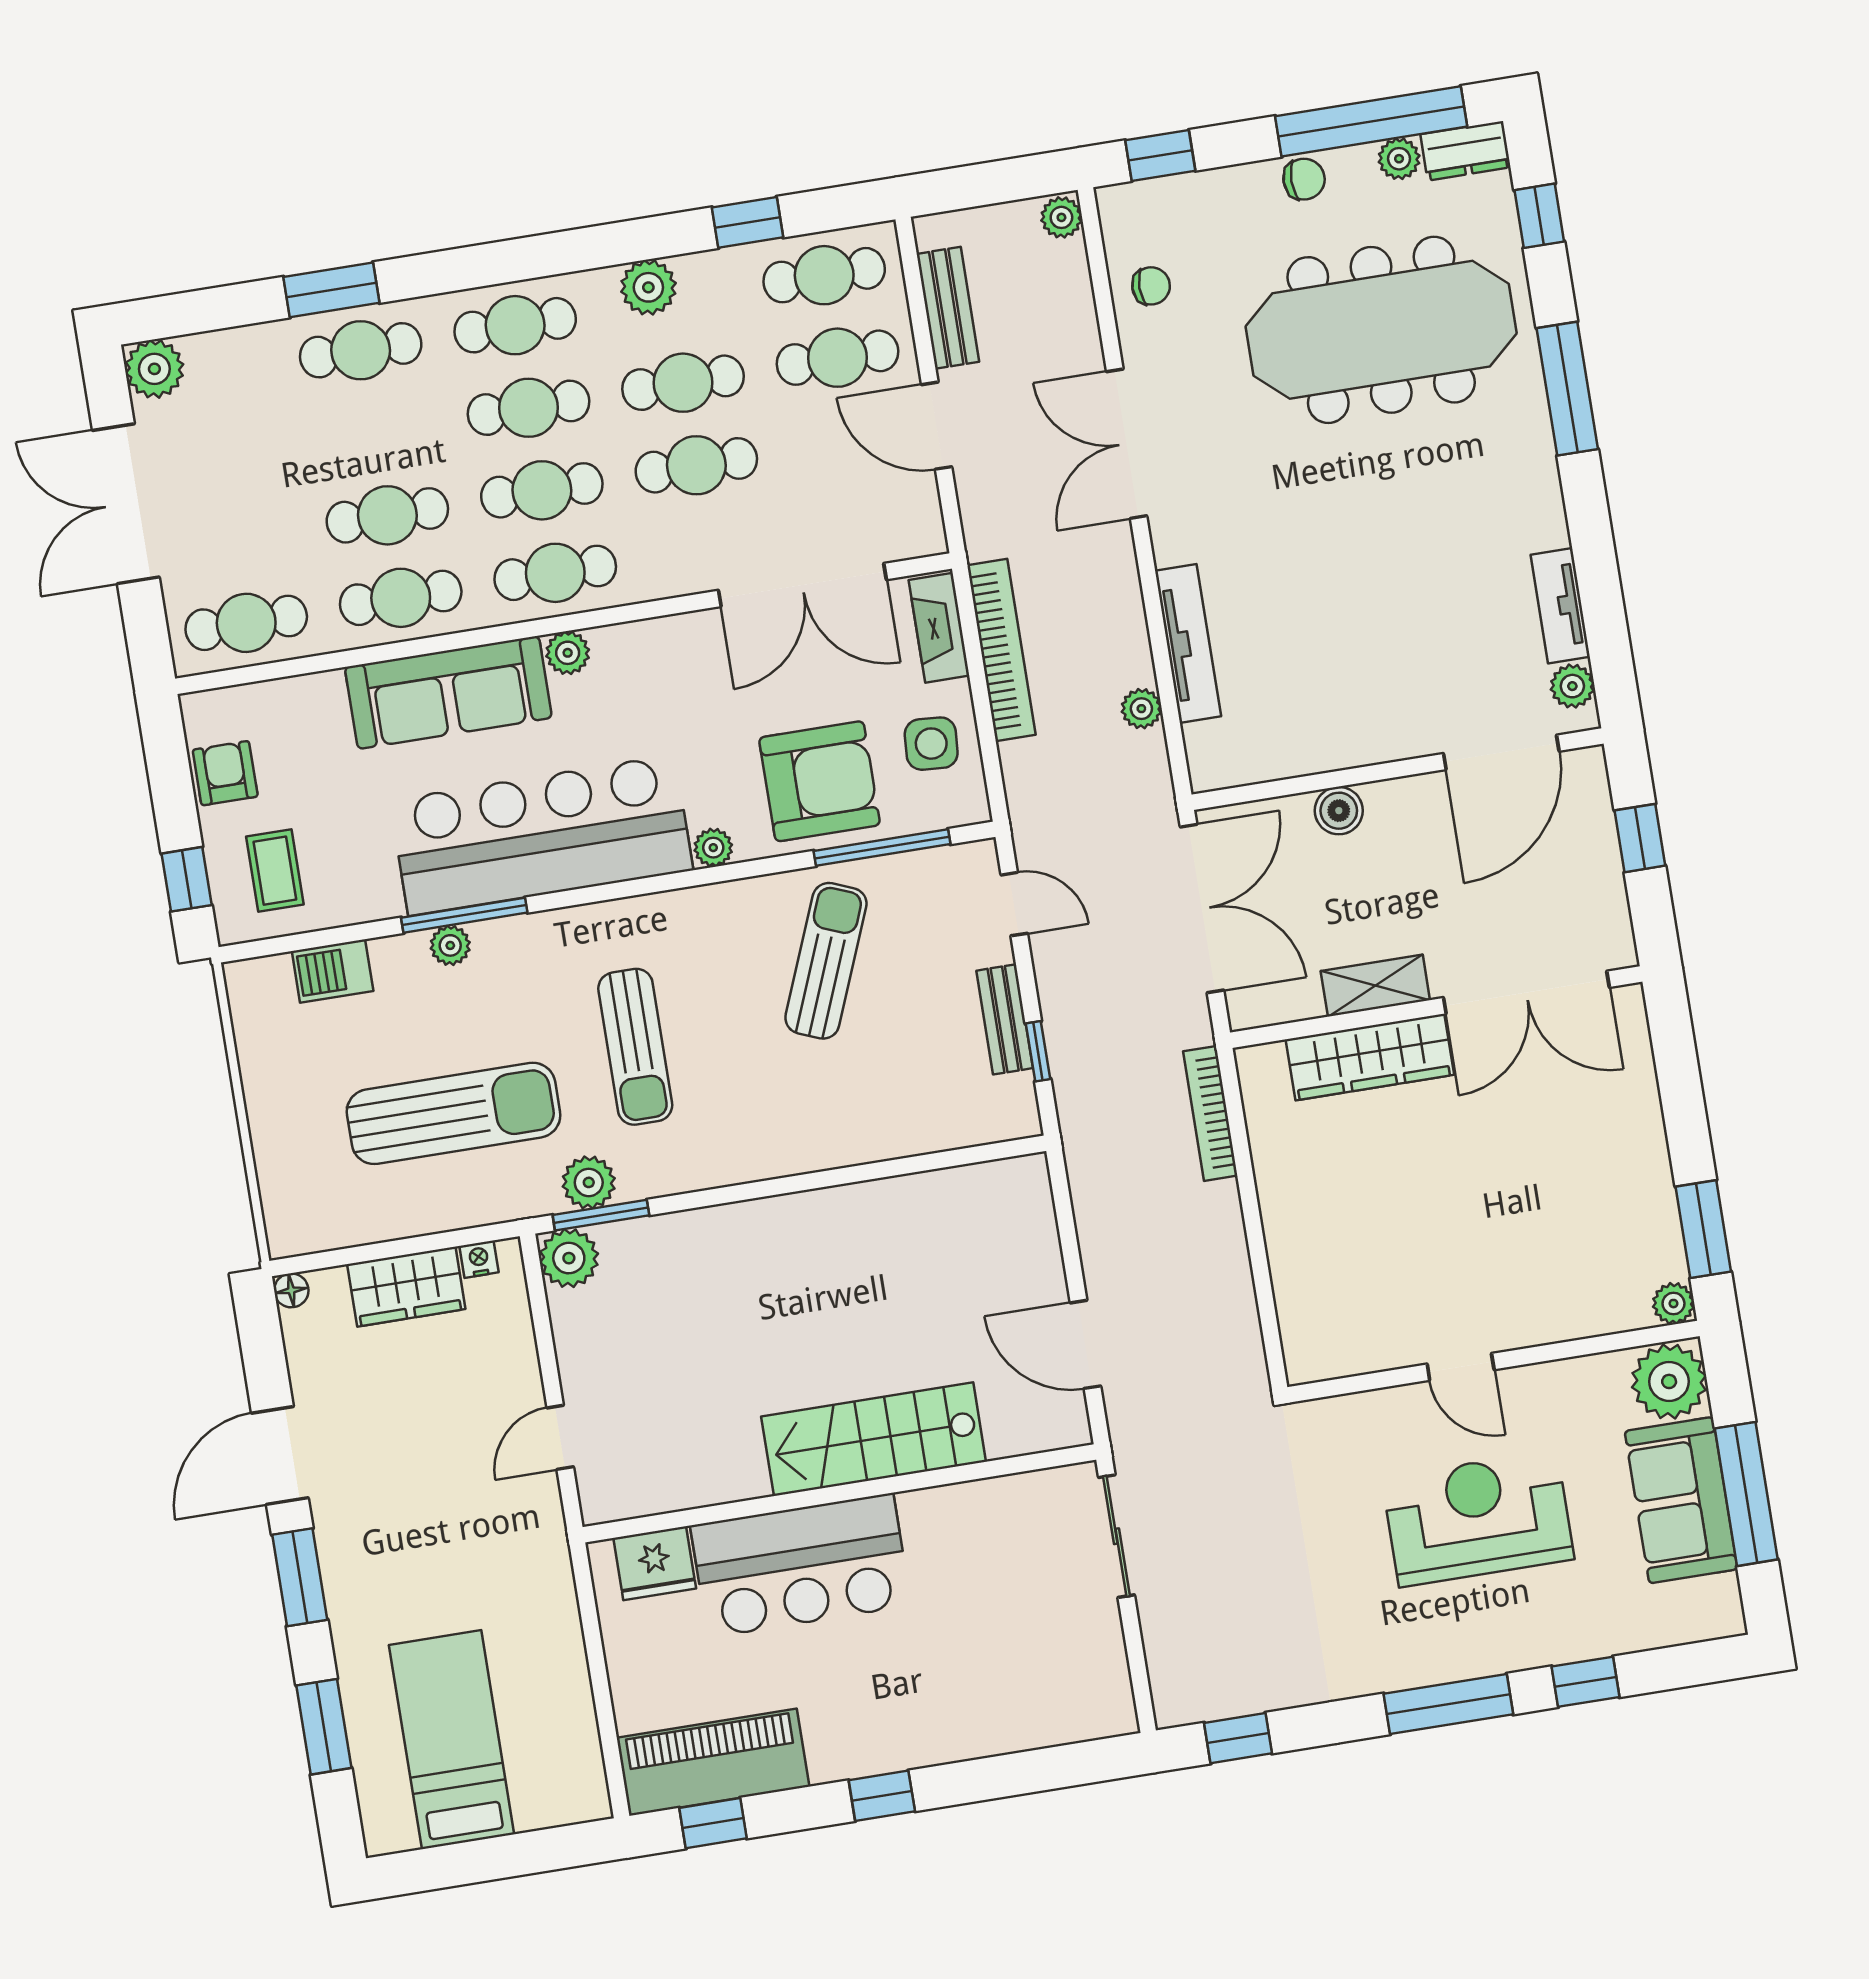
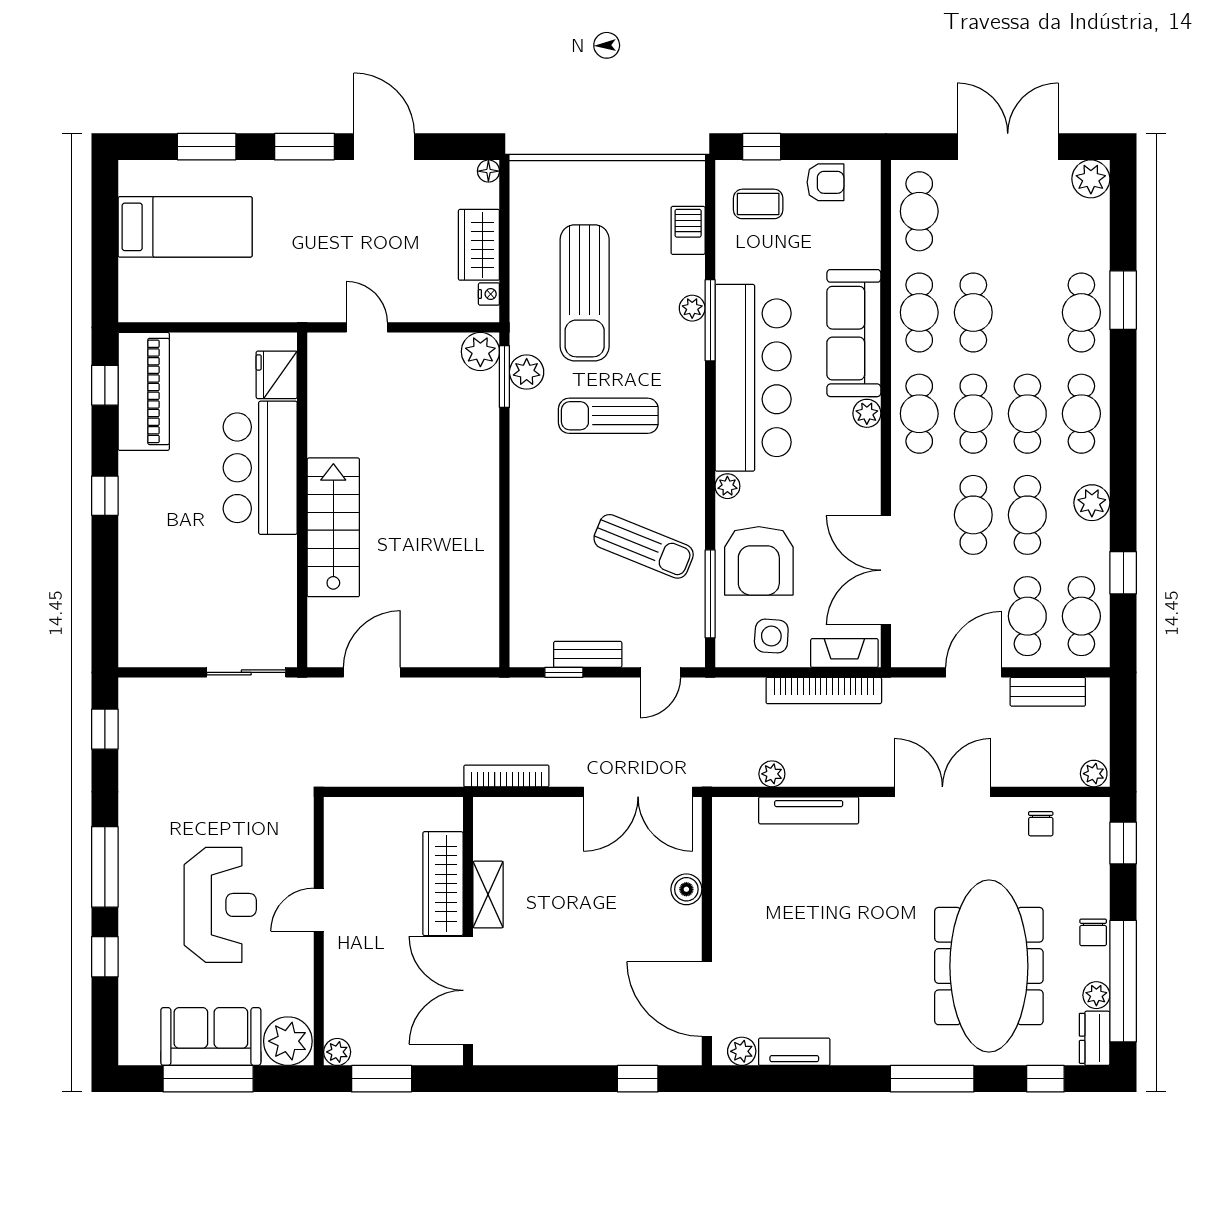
shelving: (1375, 986) -> (488, 894), moved
double door: (1526, 993) -> (468, 990), moved
wall: (1436, 1007) -> (468, 931), moved
wardrobe: (1370, 1057) -> (443, 884), moved

